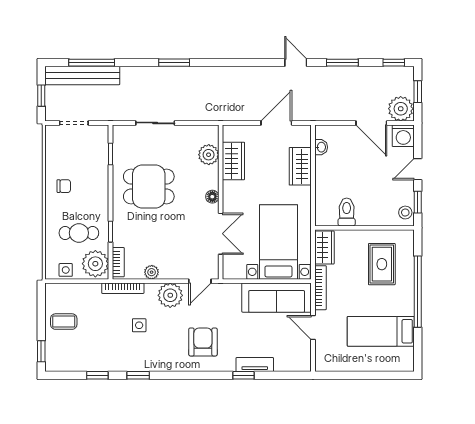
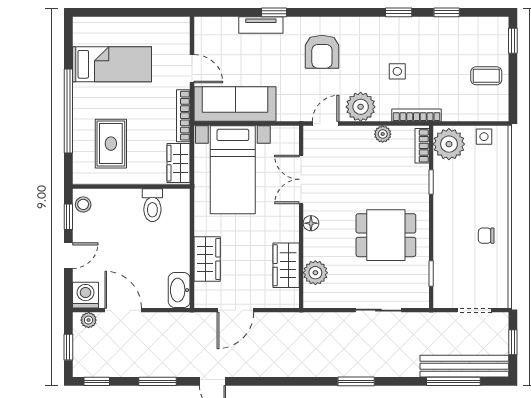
plant: (401, 109) -> (89, 320), width x0.53, depth x0.53
washbasin: (321, 147) -> (179, 290), width x1.91, depth x1.45
cafe table: (79, 233) -> (468, 180), removed

